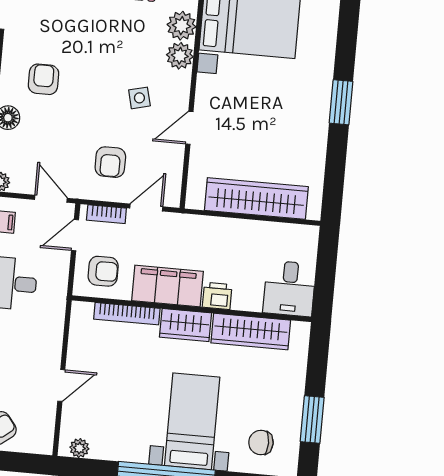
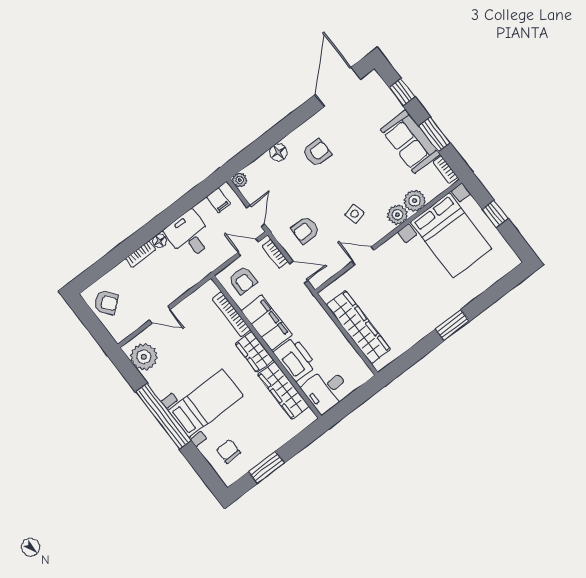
printer: (217, 296) -> (295, 359), width x1.87, depth x1.48
plant: (79, 448) -> (144, 357), width x1.88, depth x1.88

